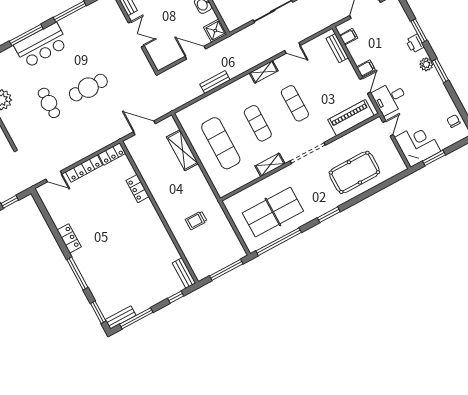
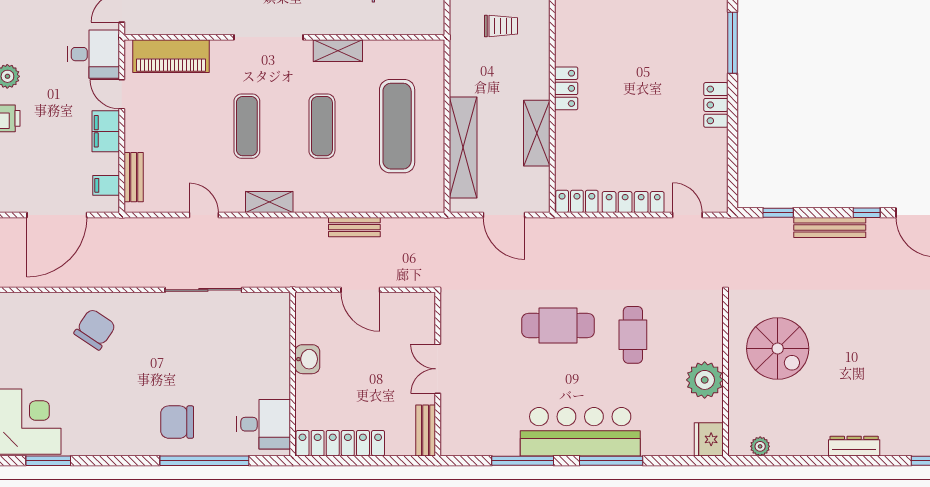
shower: (215, 31) -> (310, 308), removed
bar counter: (41, 45) -> (580, 432), width x1.36
filing cabinet: (366, 68) -> (106, 131), width x2.00
door: (365, 86) -> (122, 94), hinge flipped
shelving: (182, 150) -> (463, 147), width x1.47
shelving: (150, 177) -> (537, 133), added
locker: (138, 189) -> (566, 88), moved

